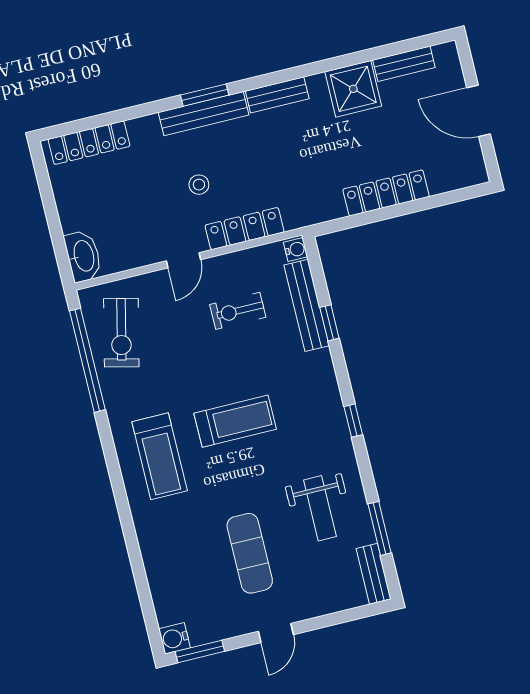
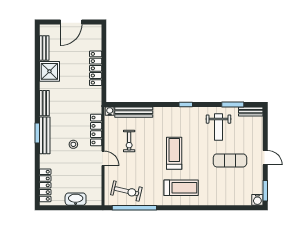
washbasin: (83, 256) -> (76, 199), moved
window: (329, 323) -> (143, 105), removed
weight bench: (320, 508) -> (219, 127), turned 90

